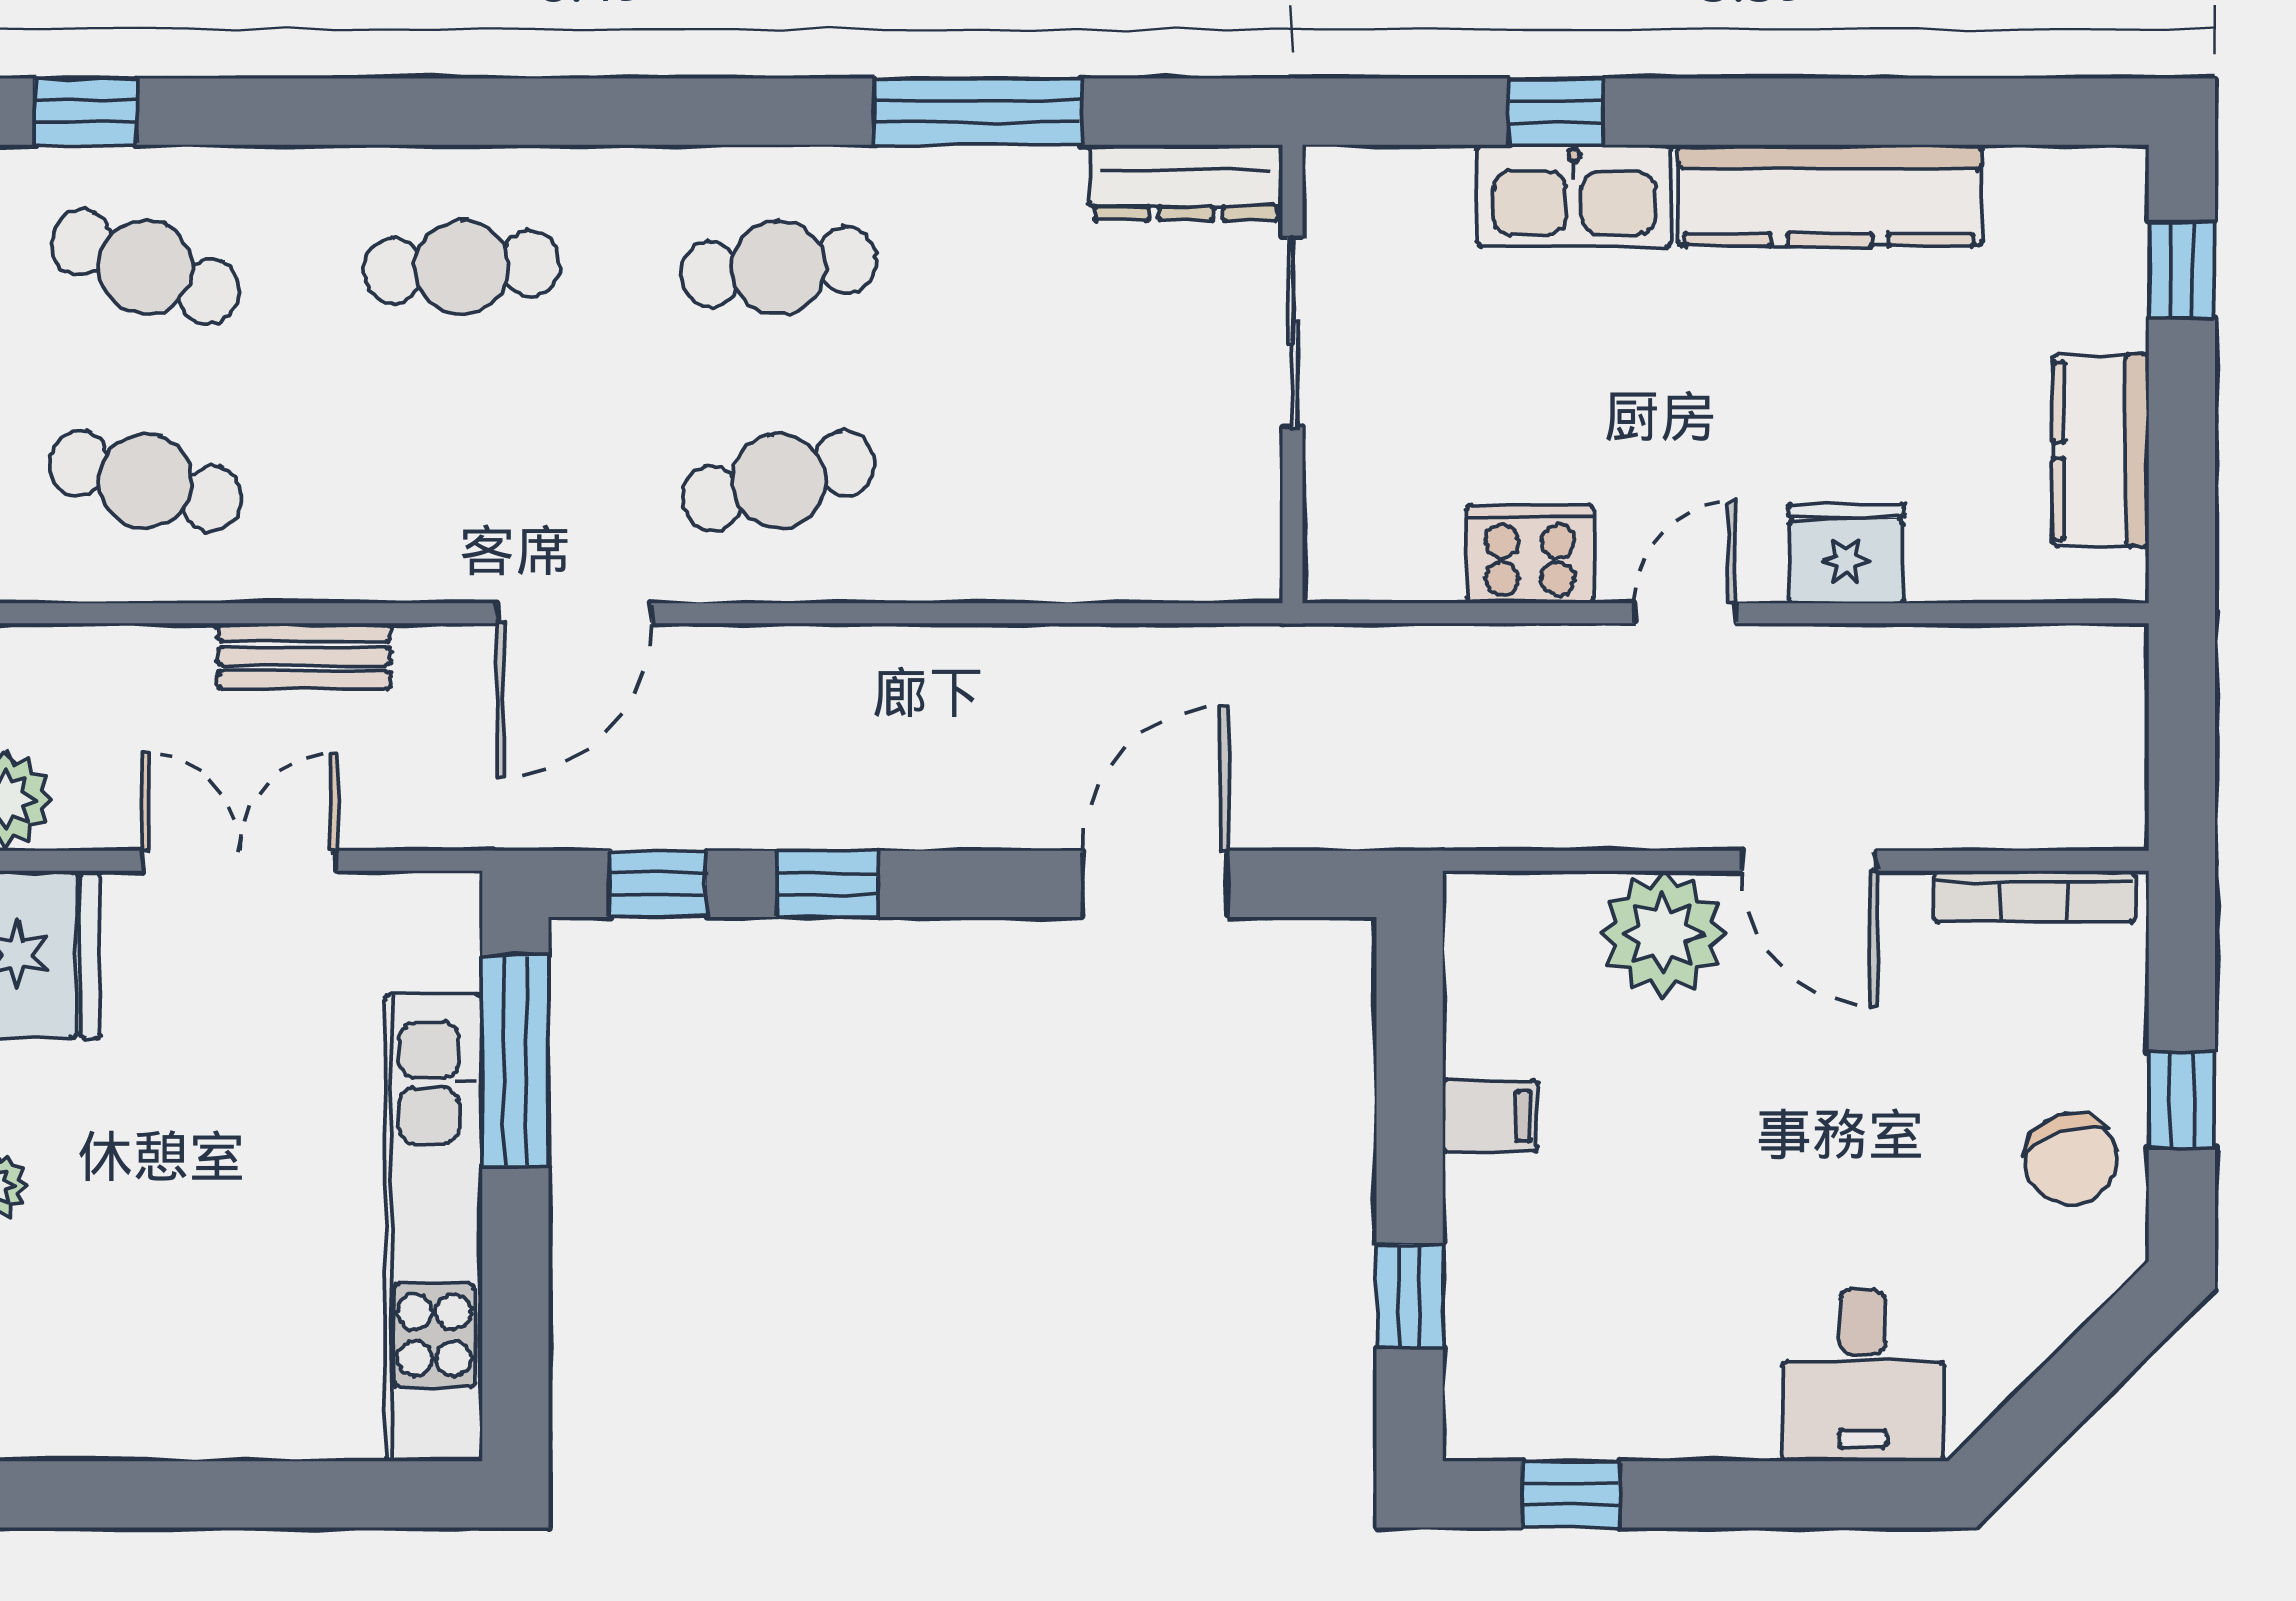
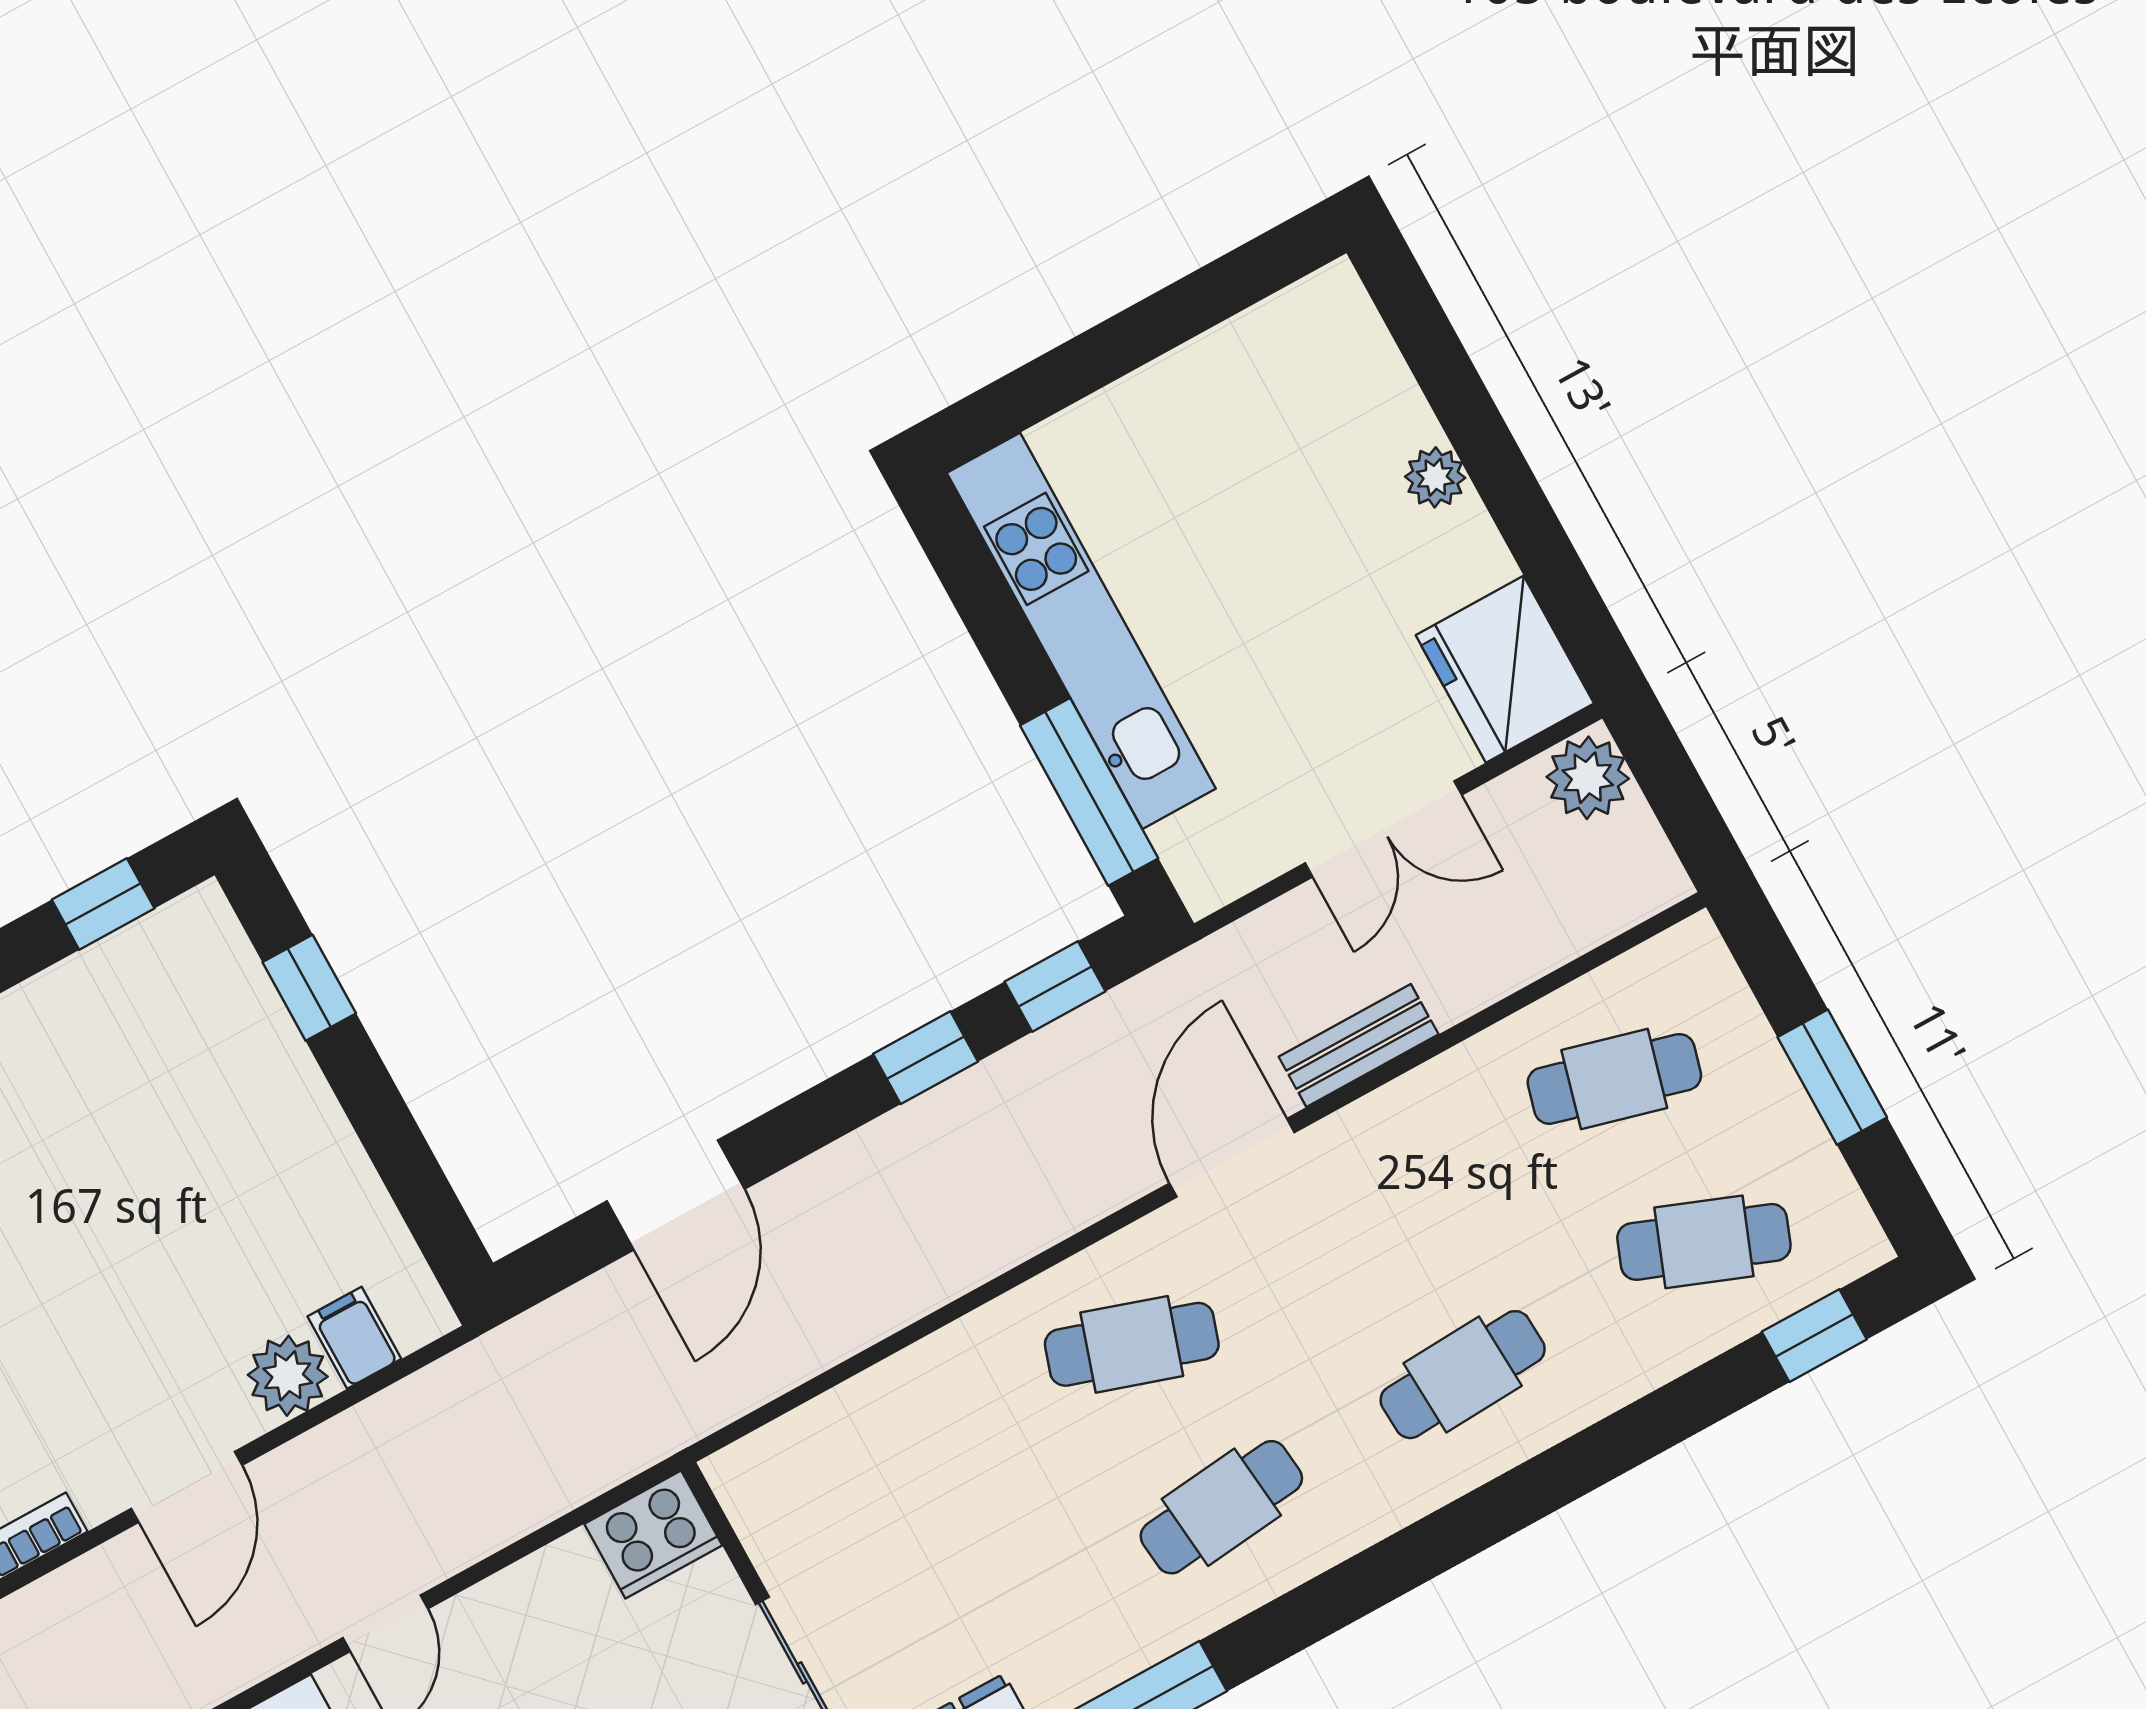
cafe table: (778, 481) -> (1132, 1344), turned 33
cooker: (1530, 554) -> (653, 1535), moved
bench: (304, 656) -> (1359, 1046), moved
door: (1809, 861) -> (187, 1487), swing flipped
plant: (1663, 933) -> (288, 1376), width x0.73, depth x0.73
filing cabinet: (1490, 1116) -> (354, 1338), moved, turned 90

